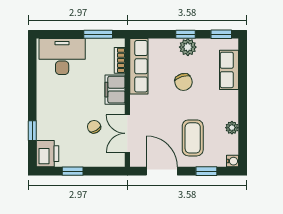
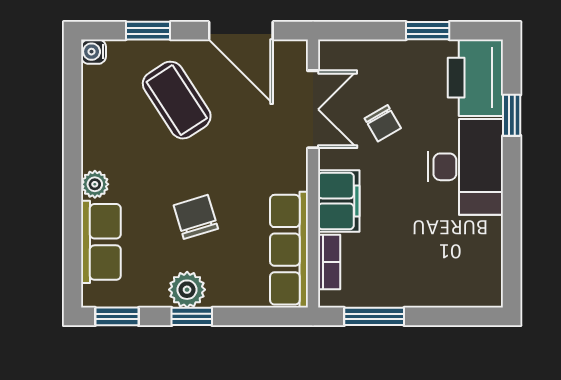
desk: (62, 57) -> (465, 167), moved, turned -90
plant: (232, 128) -> (95, 184), moved
coffee table: (193, 138) -> (177, 100), turned -33
printer: (48, 154) -> (475, 78), width x1.37, depth x1.19

